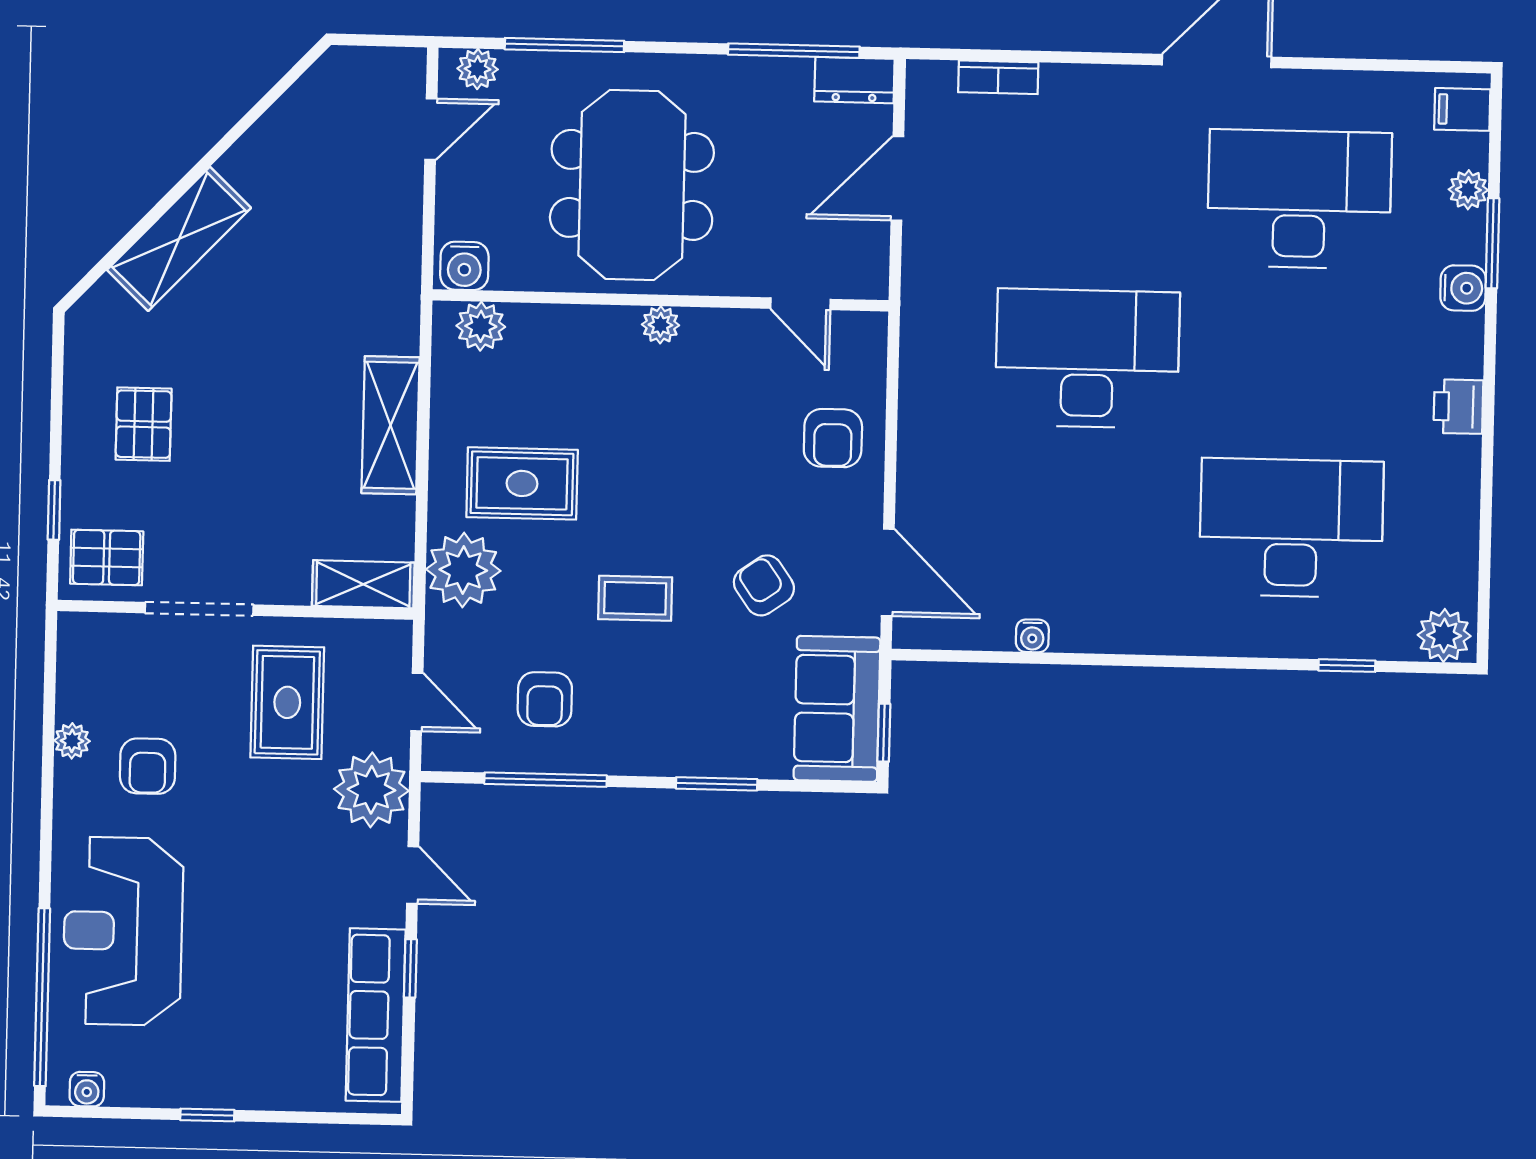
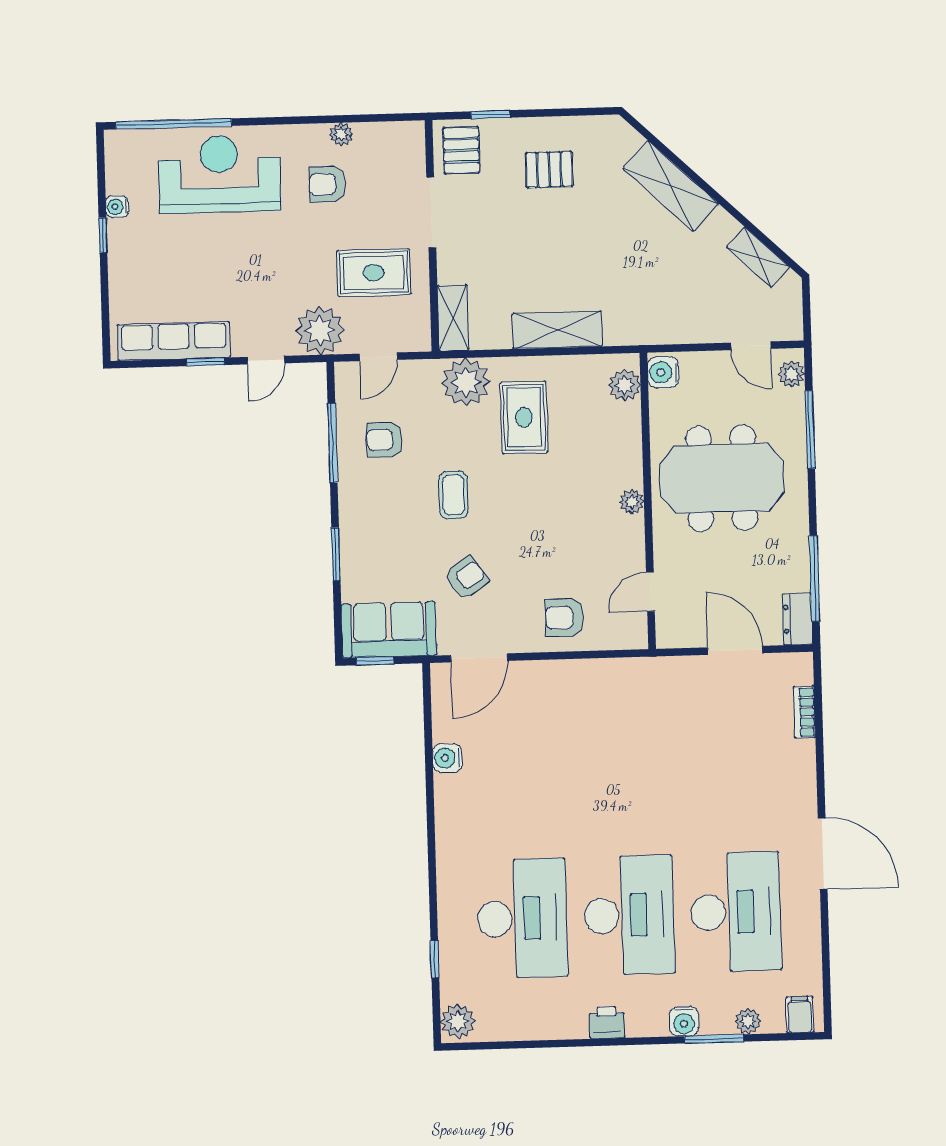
shelving: (295, 111) -> (758, 257), added
desk: (1087, 359) -> (629, 915), moved
water cooler: (1032, 636) -> (447, 758), width x1.38, depth x1.38
water cooler: (87, 1089) -> (117, 207), moved

